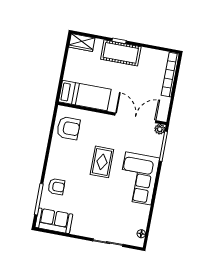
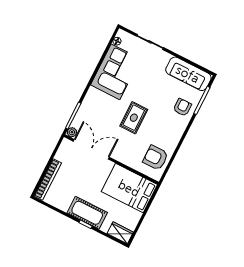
bed: (85, 96) -> (129, 188), width x1.50
double door: (135, 118) -> (91, 149), swing flipped
corner sofa: (138, 178) -> (115, 72), moved
armchair: (56, 187) -> (182, 107), turned 90
sofa: (54, 221) -> (188, 74), width x1.36

